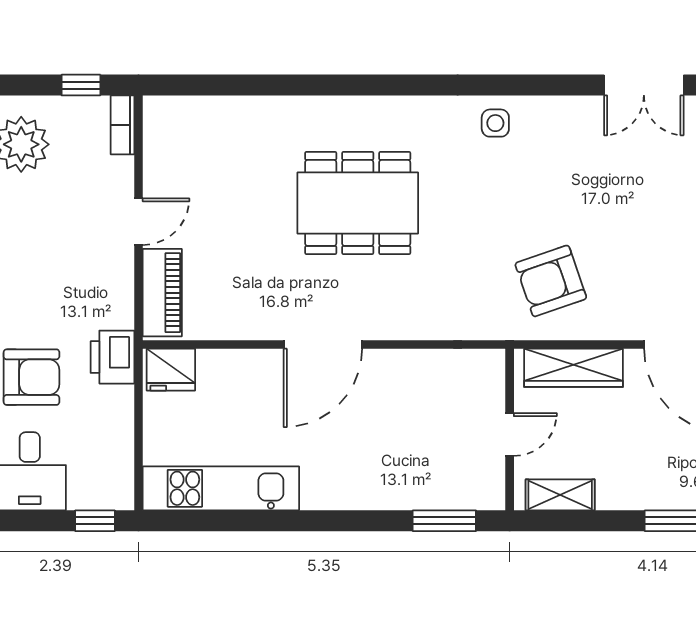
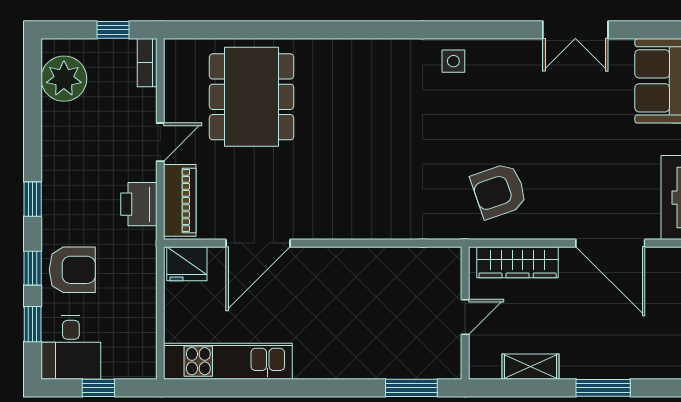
dining table: (358, 203) -> (252, 97), moved, turned 90
door: (323, 345) -> (258, 243), moved
printer: (112, 357) -> (139, 204), moved
shelving: (560, 495) -> (530, 367), moved
window: (95, 521) -> (98, 388), moved

